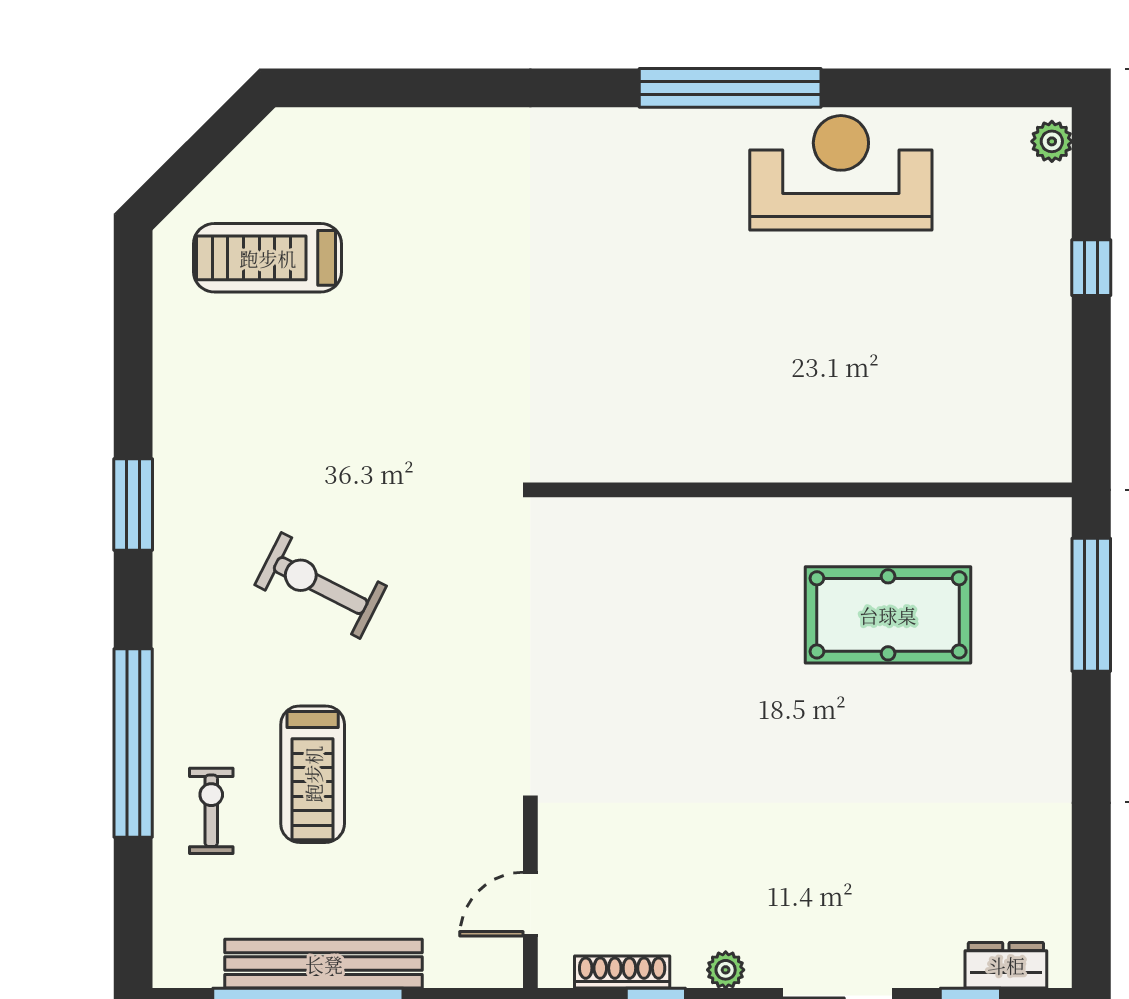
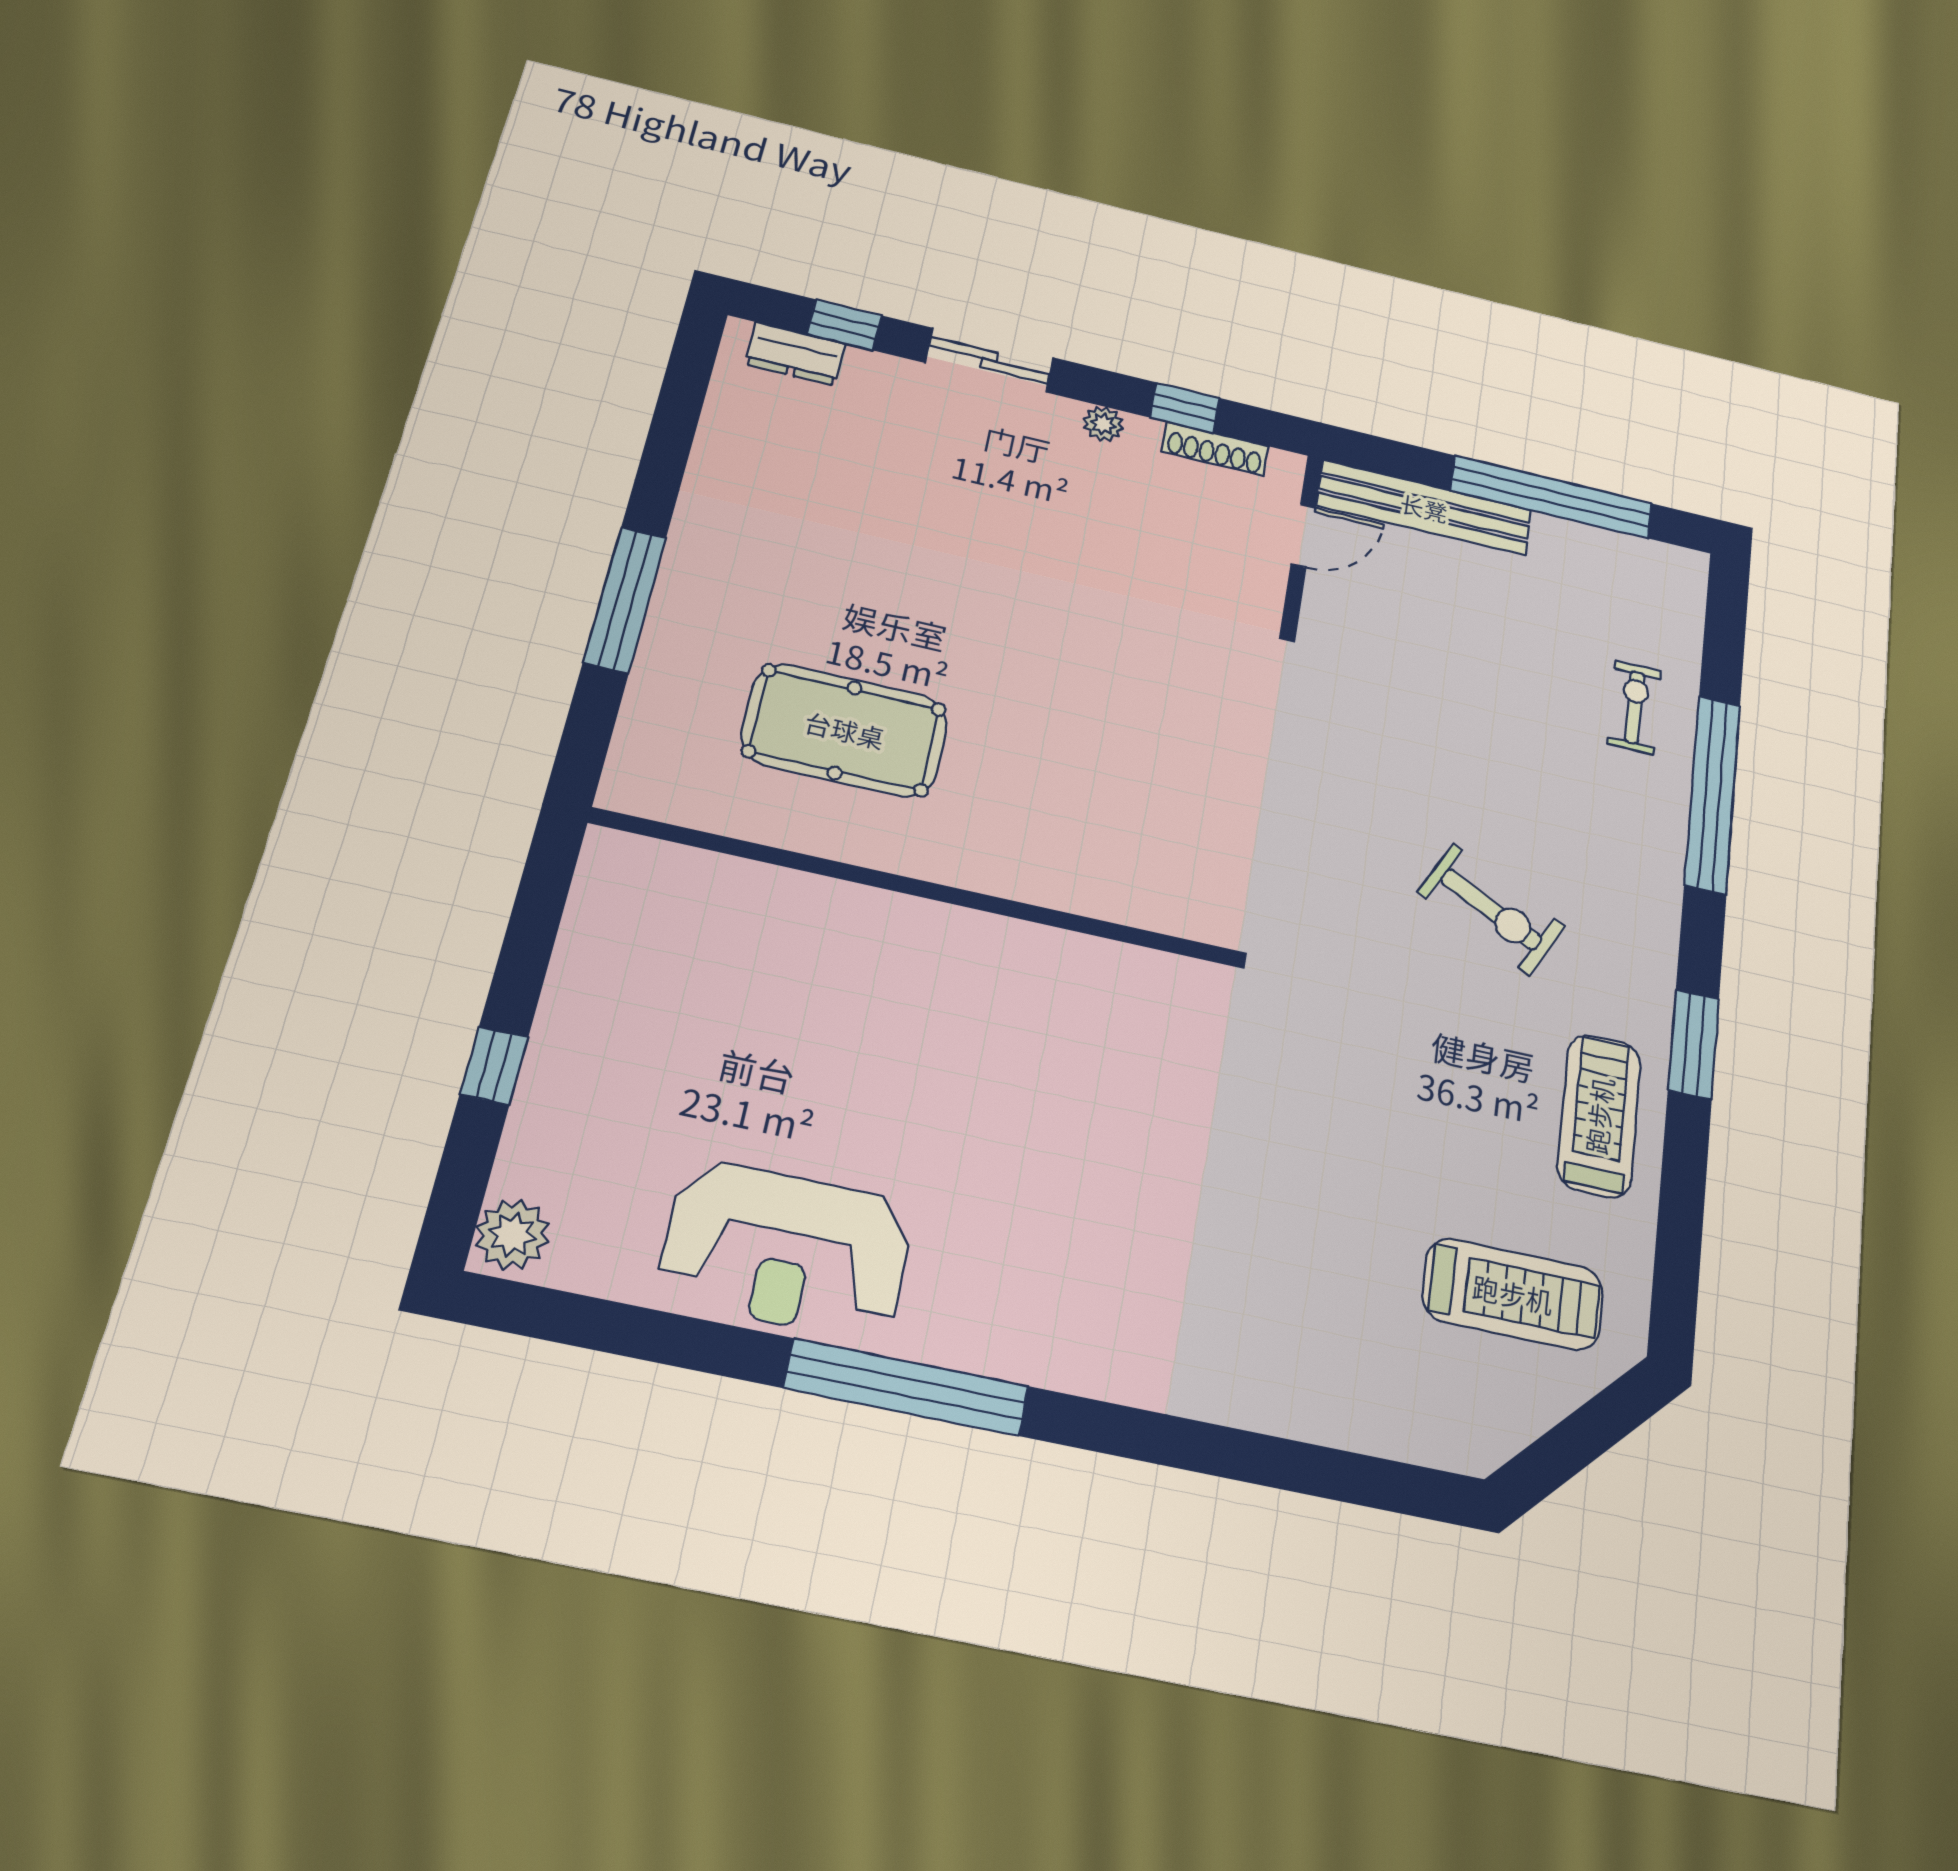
plant: (1052, 141) -> (512, 1235), width x1.38, depth x1.38
window: (1091, 605) -> (625, 600), moved
treadmill: (313, 774) -> (1599, 1115), moved
exercise bike: (211, 811) -> (1635, 707), turned 180
bench: (324, 964) -> (1424, 508), moved

